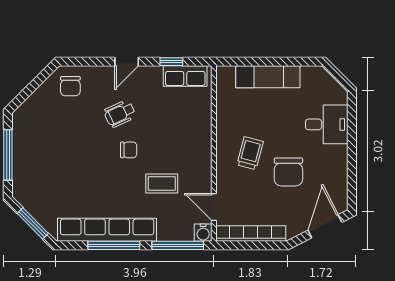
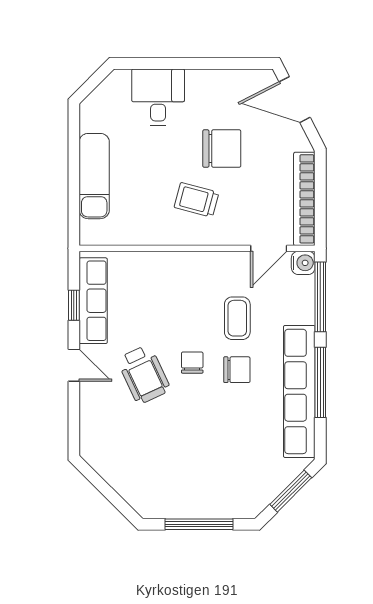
row of seats: (185, 76) -> (93, 301), width x1.48
chair: (70, 86) -> (237, 370), moved
wheelchair: (120, 114) -> (144, 374), width x1.36, depth x1.37

